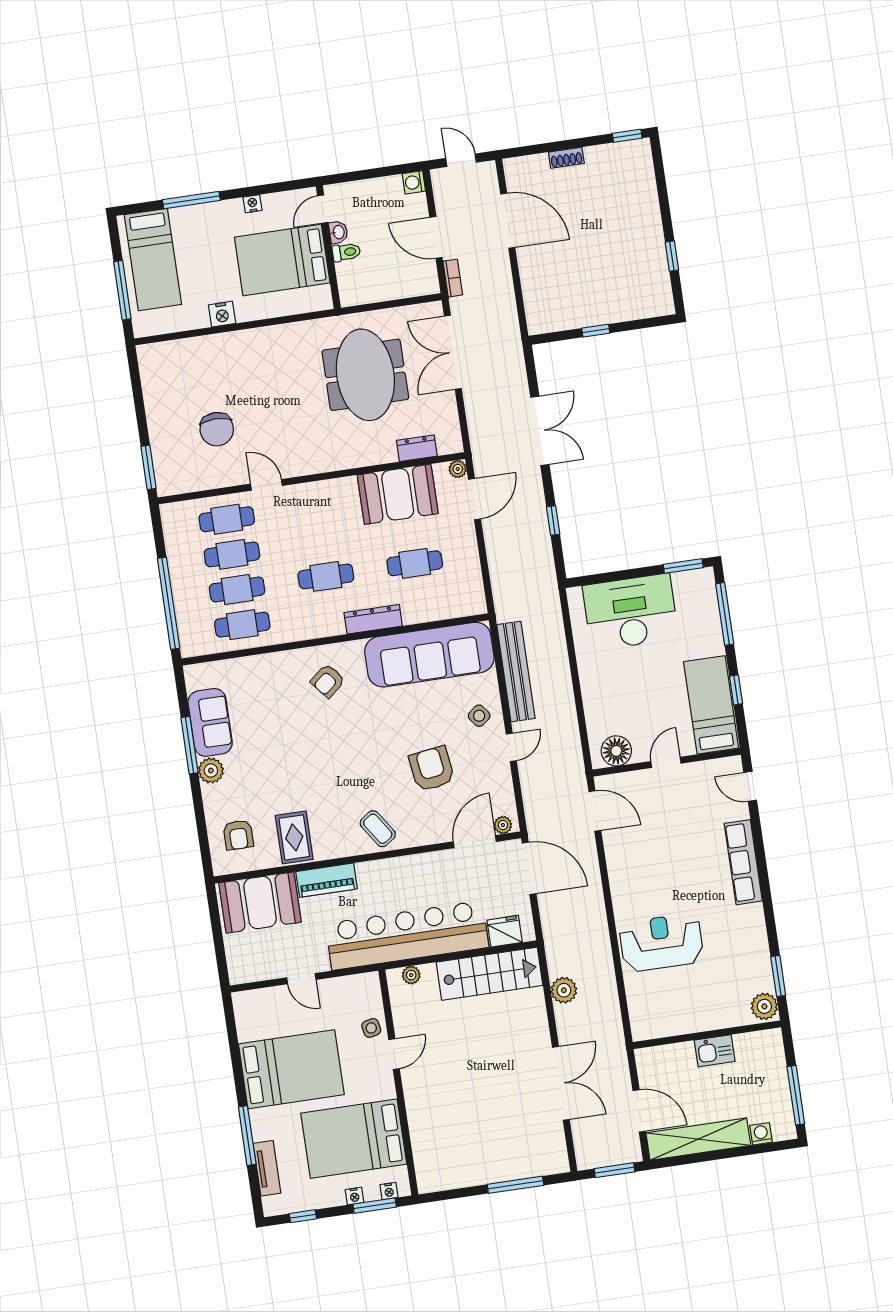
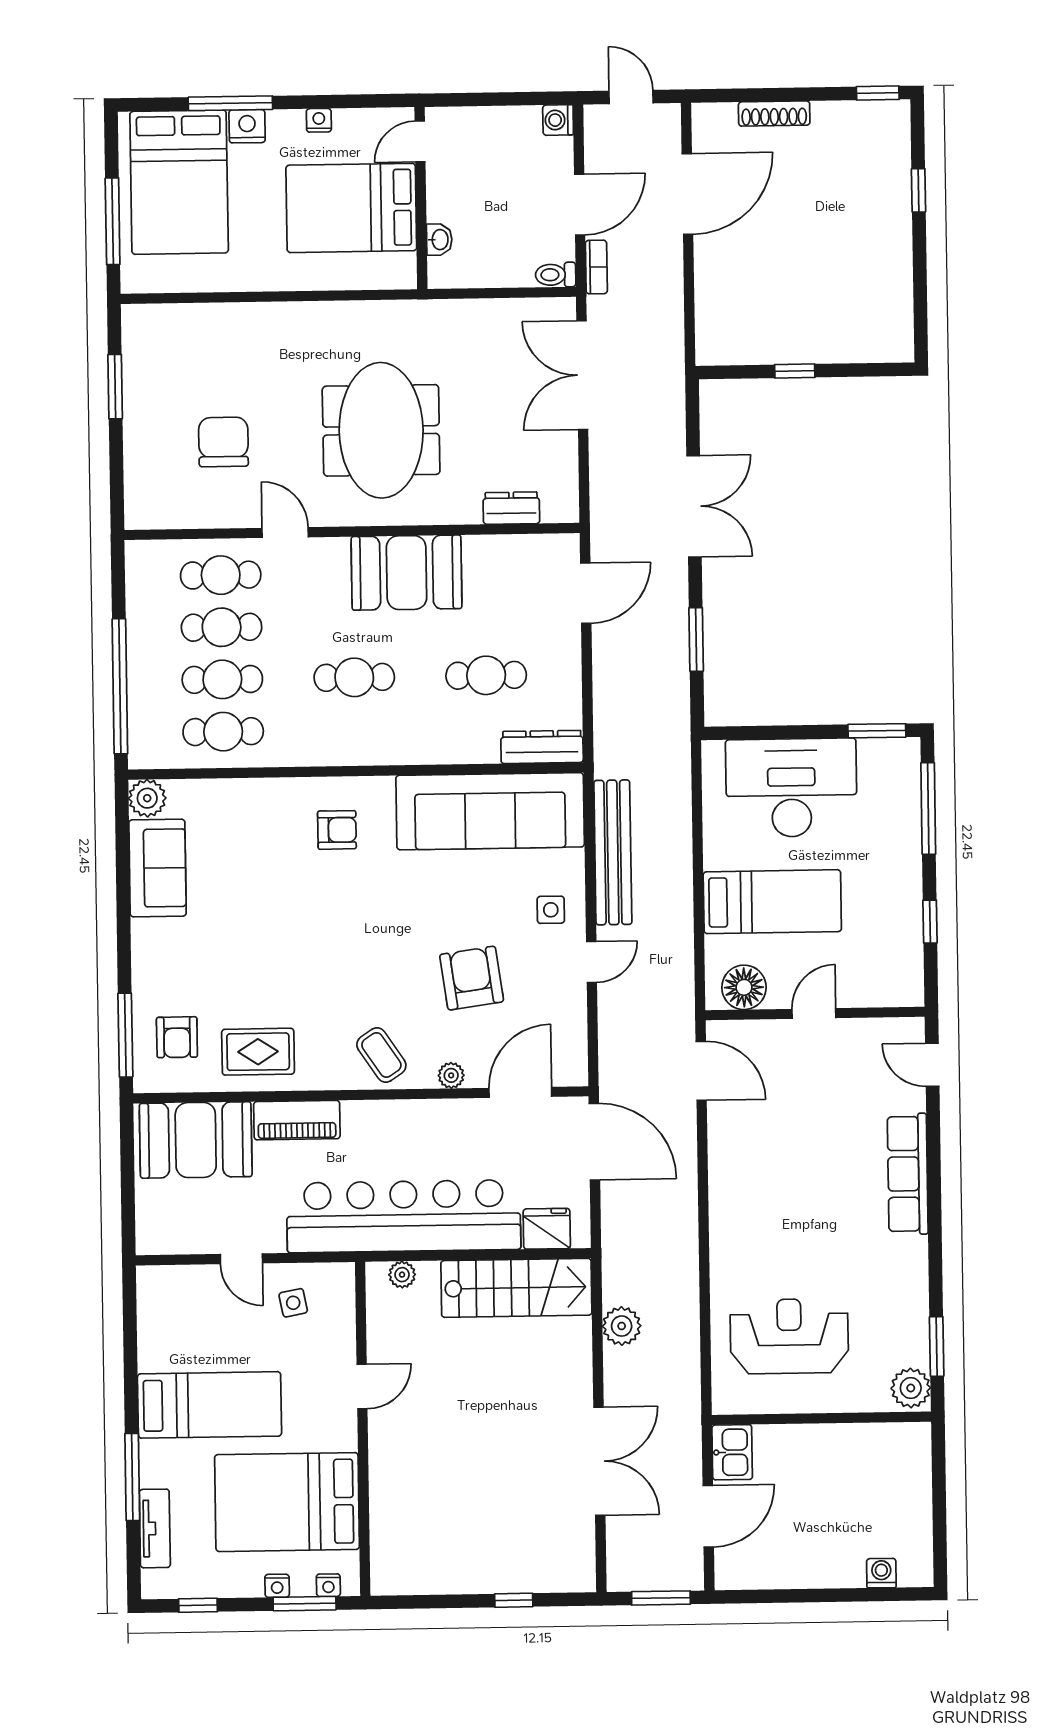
shoe rack: (566, 158) -> (774, 114), width x1.43
door: (508, 221) -> (687, 194), hinge flipped
washbasin: (338, 232) -> (439, 240), moved
door: (436, 237) -> (580, 205), swing flipped
toilet: (346, 252) -> (556, 275), moved, turned 180
window: (672, 256) -> (919, 190), moved
bed: (153, 260) -> (179, 182), width x1.50
nightstand: (222, 314) -> (247, 126), moved, turned 180
meeting table: (365, 375) -> (381, 430), moved
chair: (217, 429) -> (223, 442), turned 180
window: (149, 467) -> (115, 387), moved
plant: (458, 469) -> (567, 546), removed
booth: (398, 494) -> (407, 573), moved
window: (553, 520) -> (696, 639), width x1.50
dresser: (373, 619) -> (542, 747), moved
armchair: (328, 681) -> (337, 830), turned -140
bed: (711, 705) -> (772, 902), moved, turned 90
side table: (479, 716) -> (551, 910), turned 38
window: (190, 745) -> (125, 1035), moved
plant: (211, 770) -> (147, 798), moved
plant: (503, 825) -> (451, 1075), moved
rug: (294, 837) -> (258, 1052), turned 90
reception desk: (661, 942) -> (789, 1336), moved
side table: (371, 1028) -> (293, 1303), moved
kitchen sink: (715, 1051) -> (732, 1452), moved, turned -90
bed: (291, 1069) -> (210, 1405), width x0.67
window: (796, 1095) -> (939, 1524), removed
door: (639, 1111) -> (708, 1516), hinge flipped
shelving: (698, 1139) -> (789, 1569), removed
window: (515, 1185) -> (514, 1600), width x0.46

